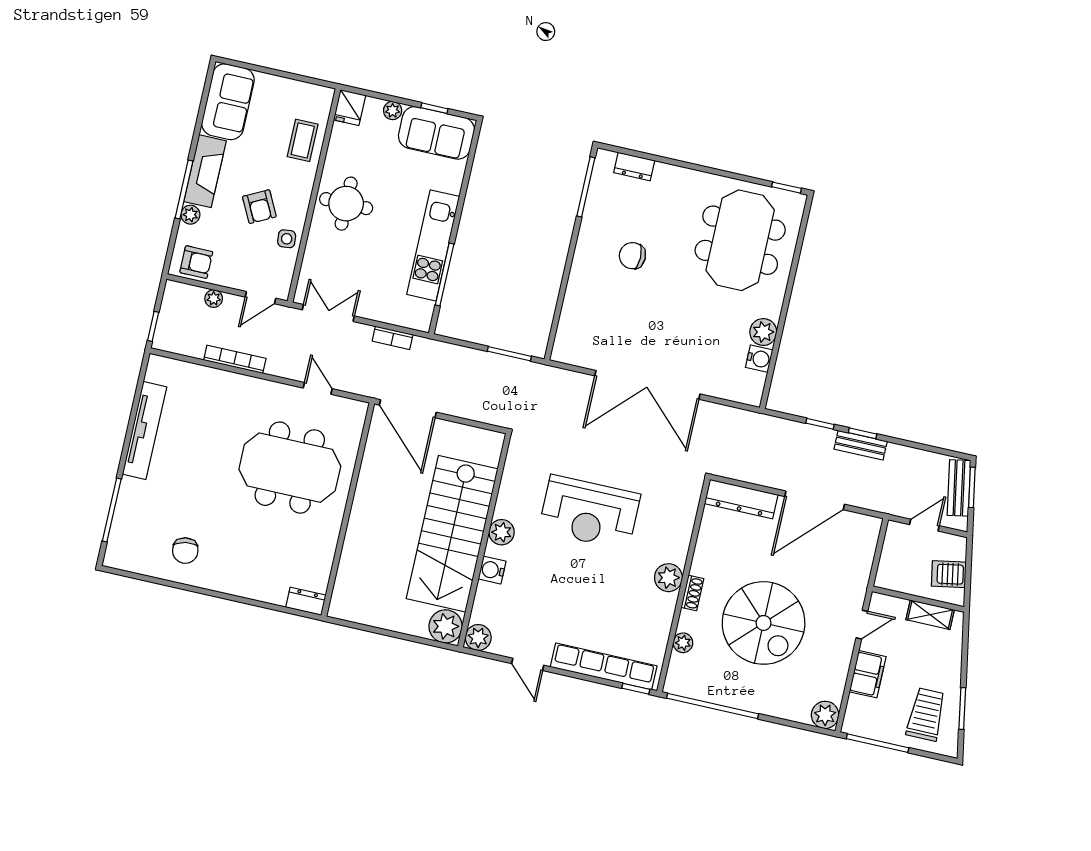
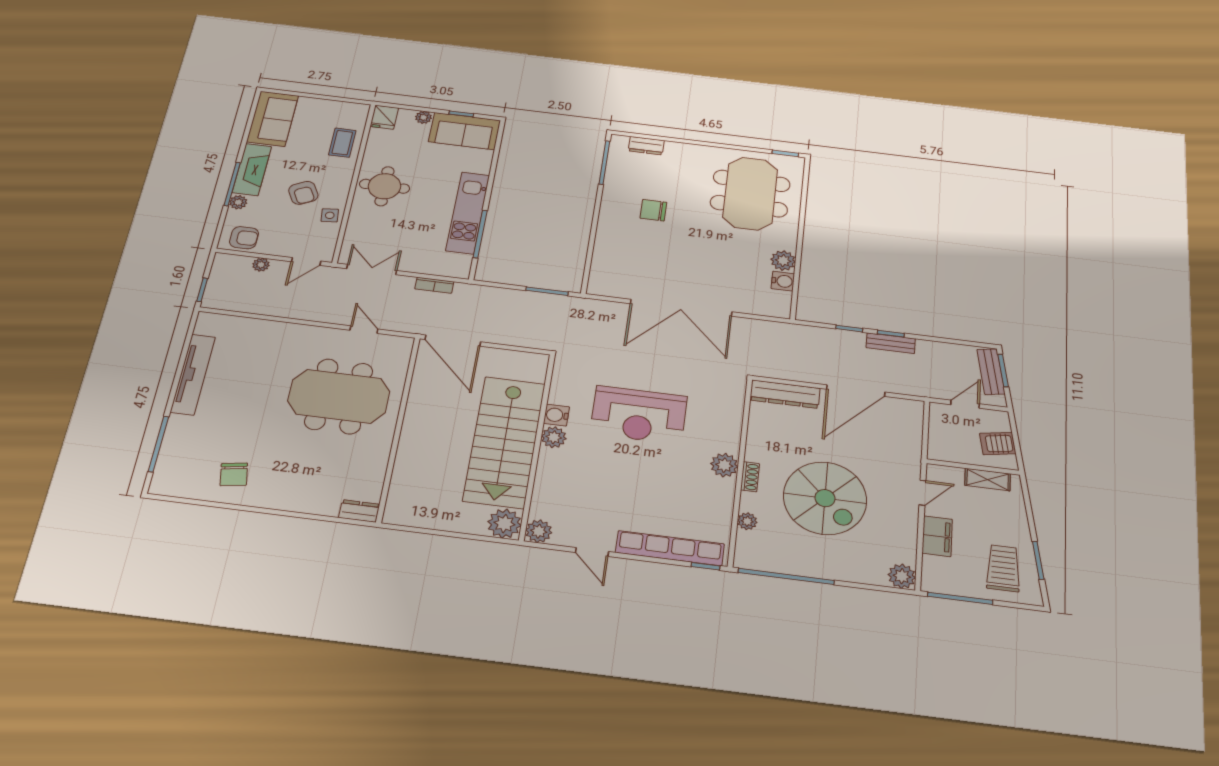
bookcase: (235, 359) -> (282, 311), removed
water cooler: (492, 570) -> (556, 415), moved

